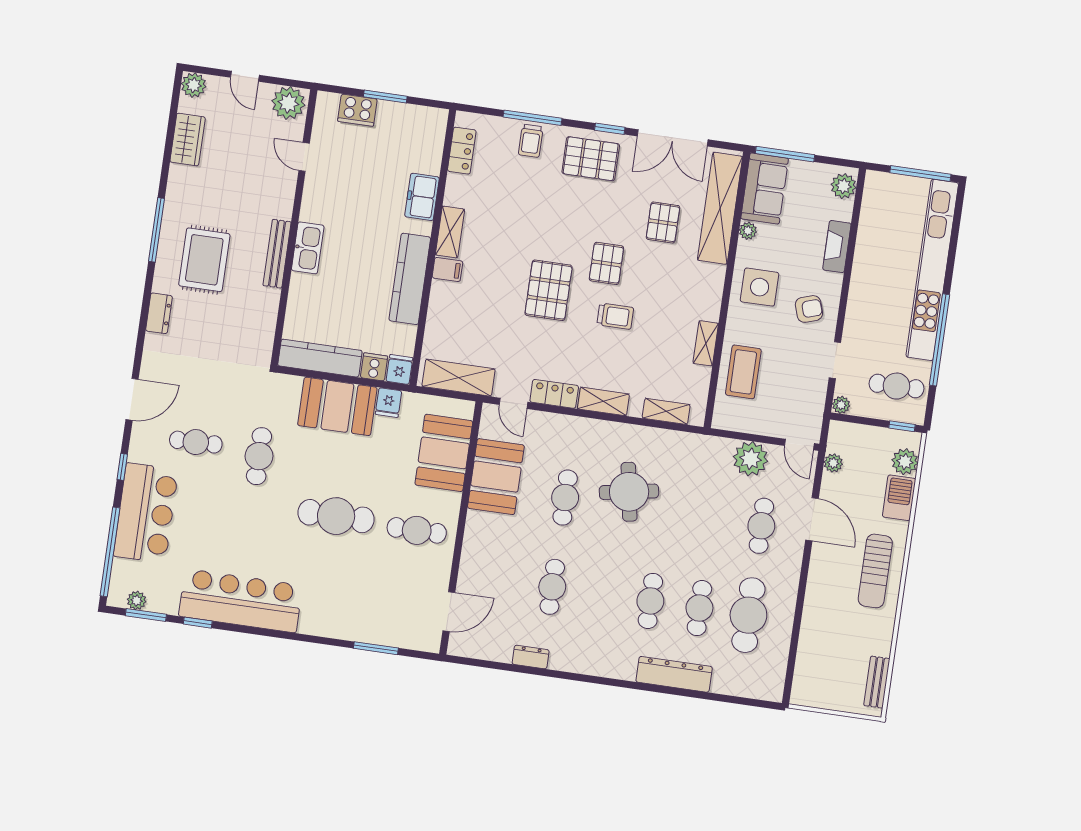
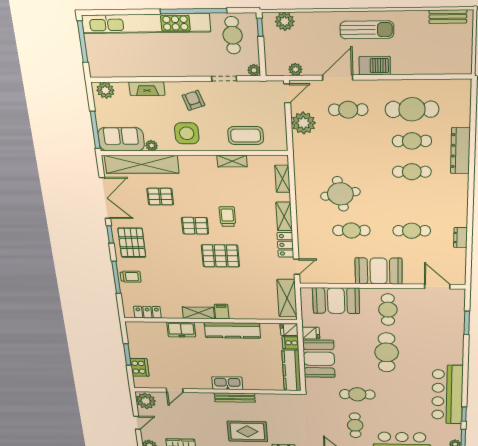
booth: (496, 477) -> (379, 271), moved
barbecue: (899, 498) -> (375, 66), moved, turned 180

